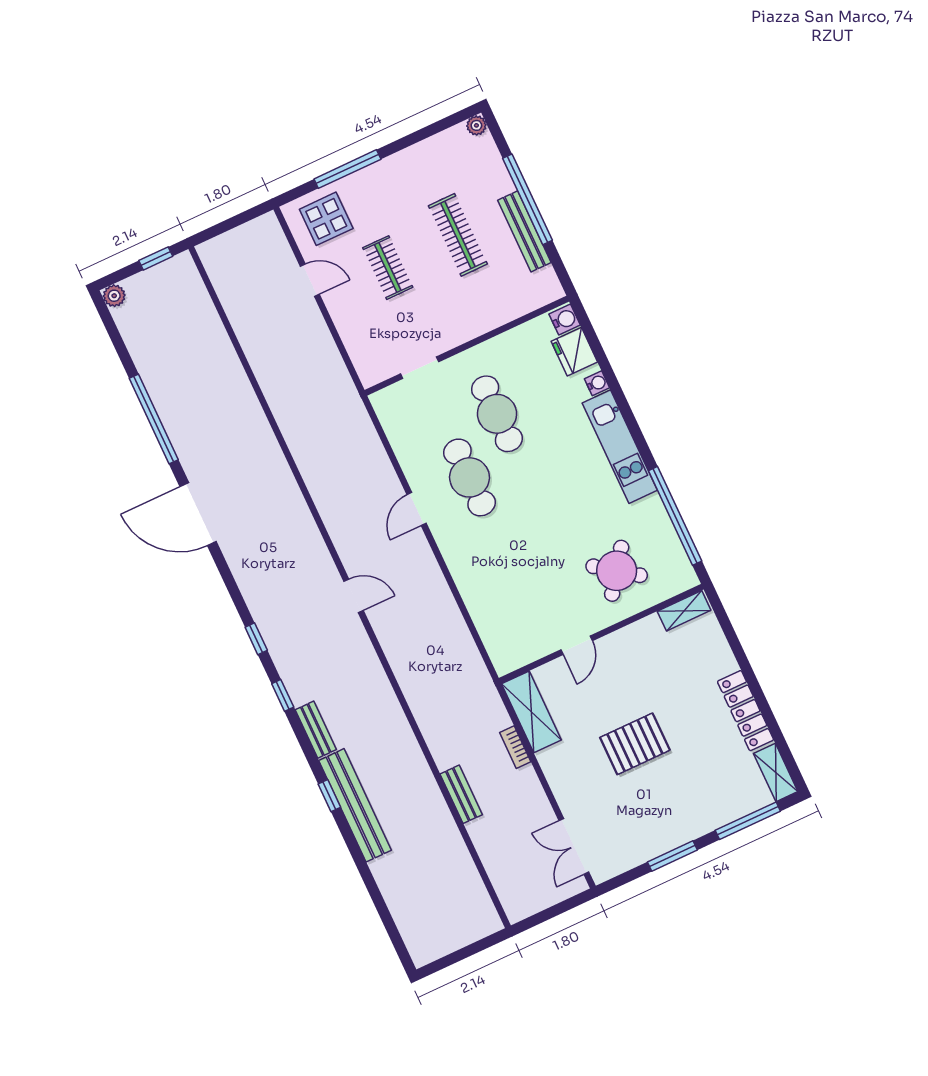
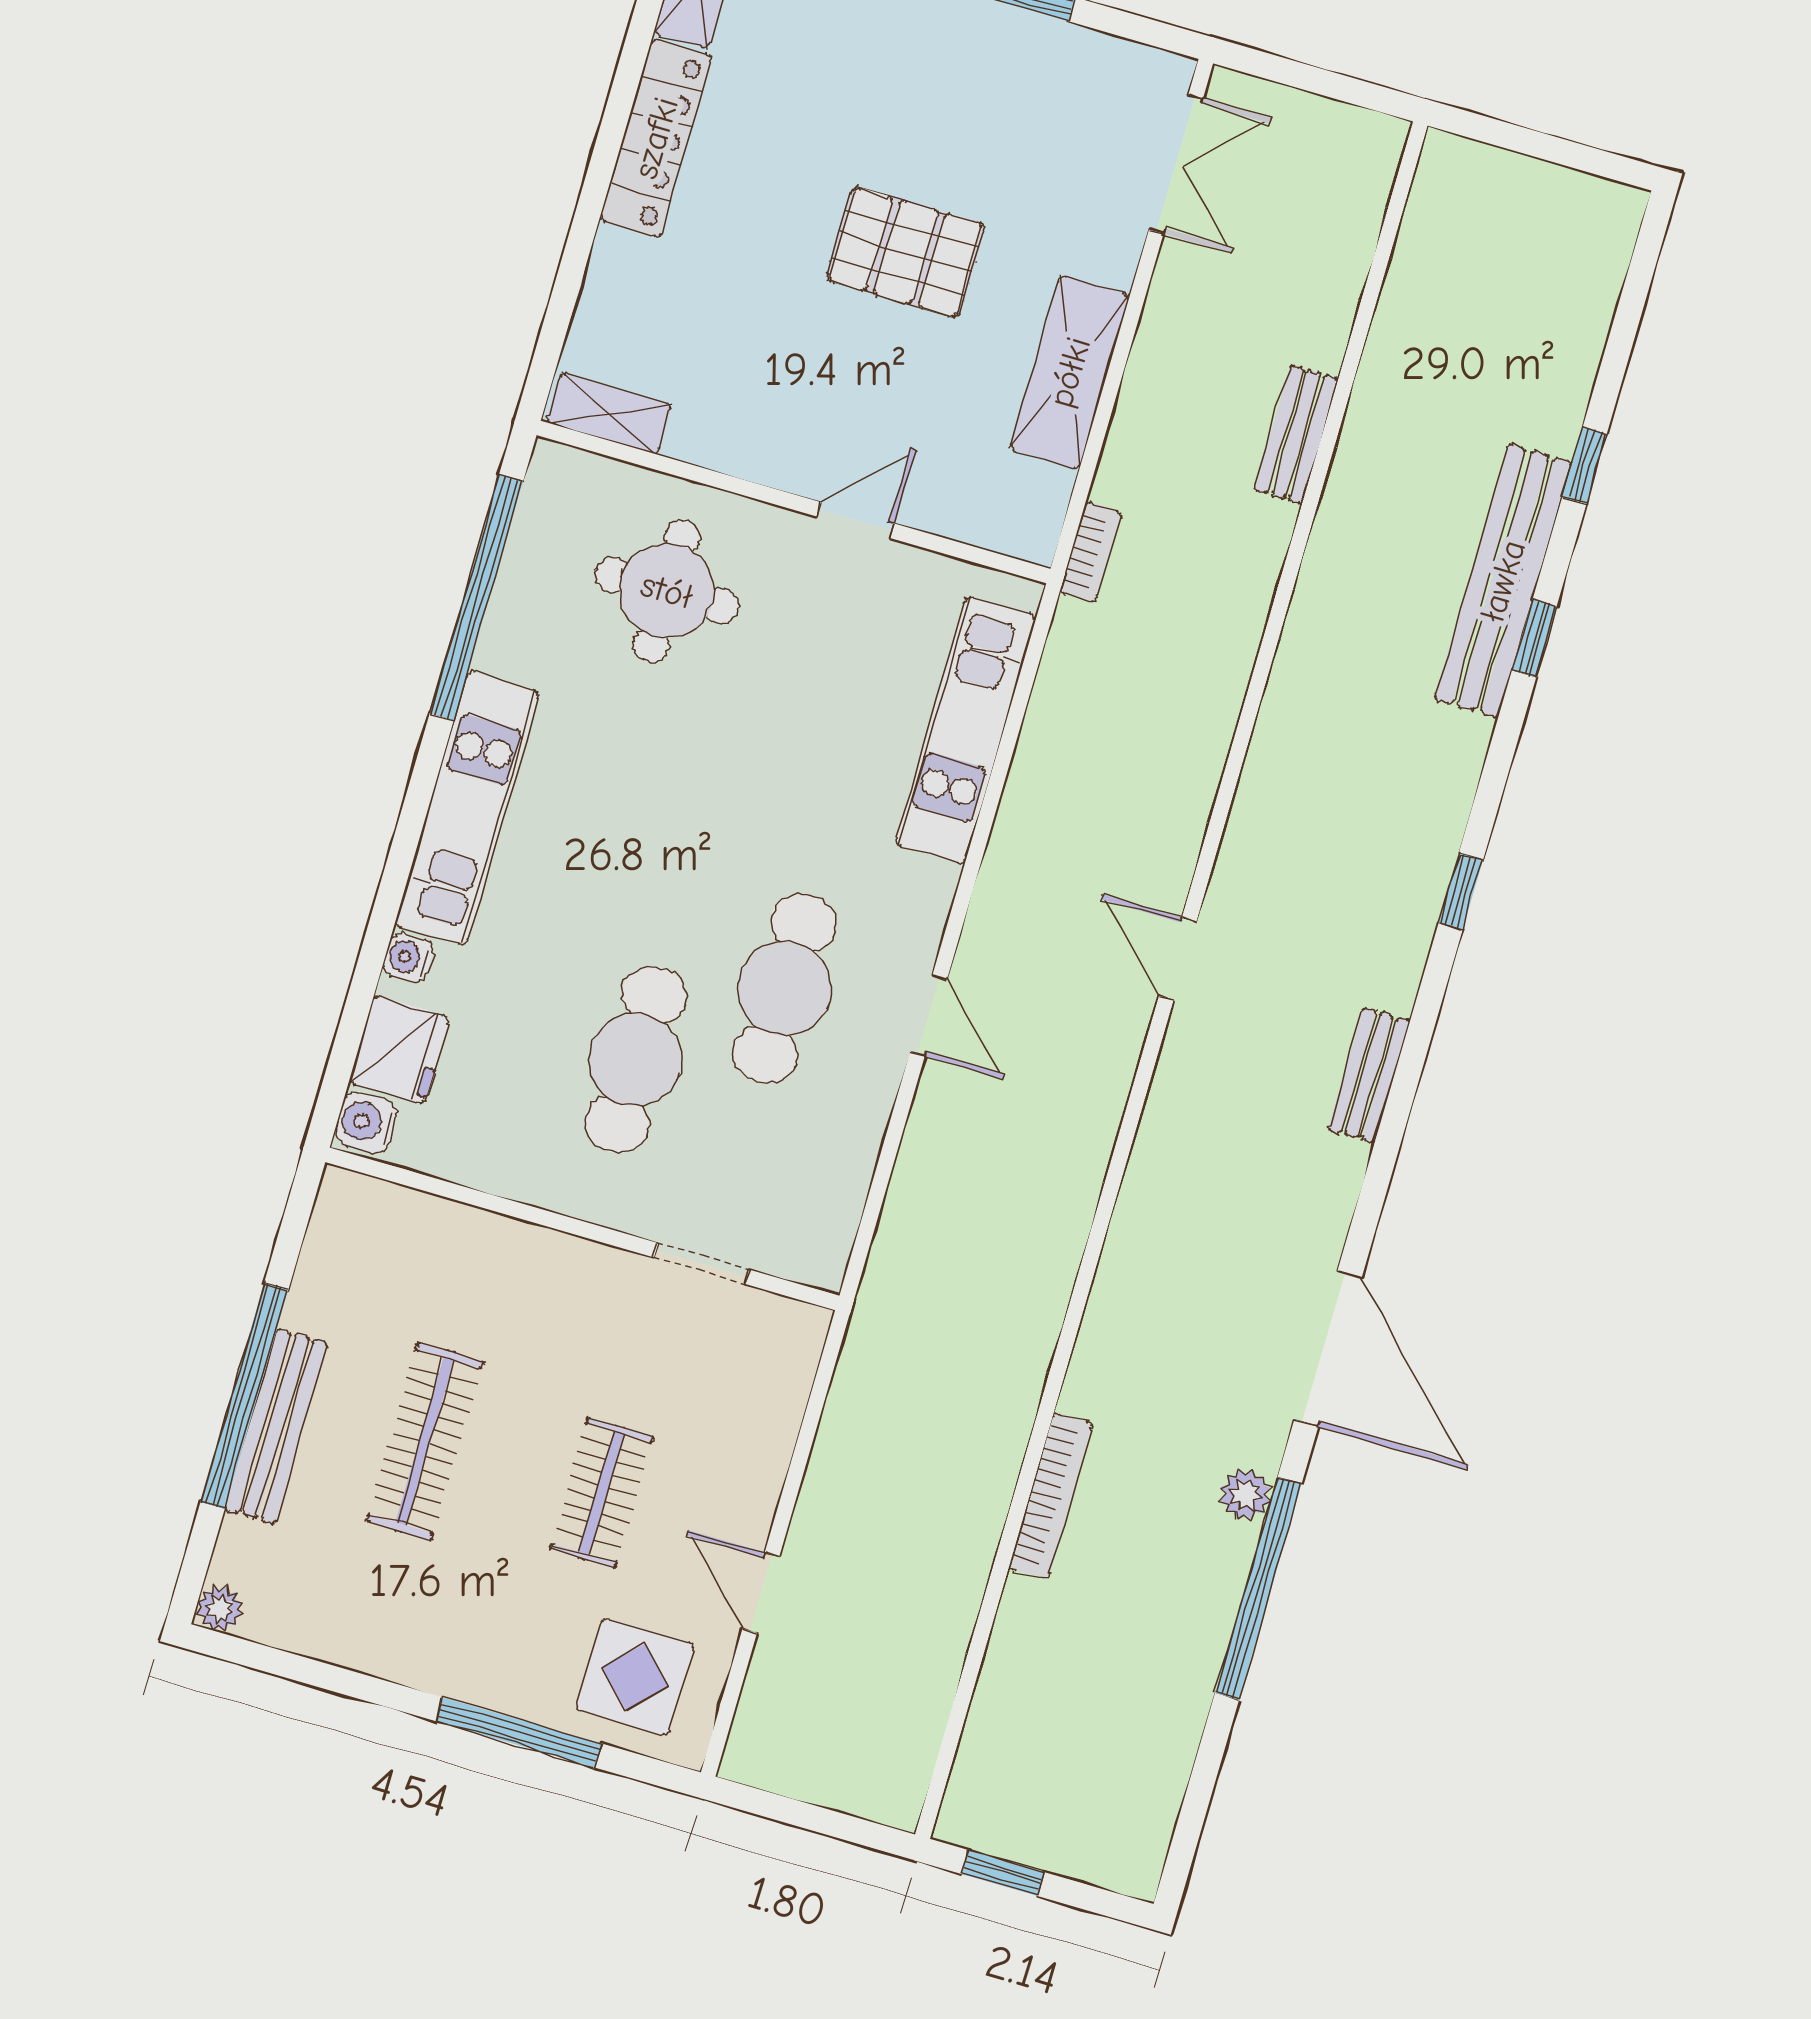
bench: (524, 231) -> (276, 1426), moved
plant: (114, 296) -> (1245, 1494), moved
bookcase: (245, 391) -> (1051, 1496), added
door: (417, 509) -> (929, 1015), hinge flipped
round table: (617, 571) -> (667, 591), turned -36
kitchen unit: (484, 609) -> (966, 730), added
window: (256, 639) -> (1585, 465), moved
shelving: (531, 712) -> (1070, 372), moved
bench: (316, 730) -> (1369, 1075), moved
bookcase: (515, 747) -> (1091, 552), moved

